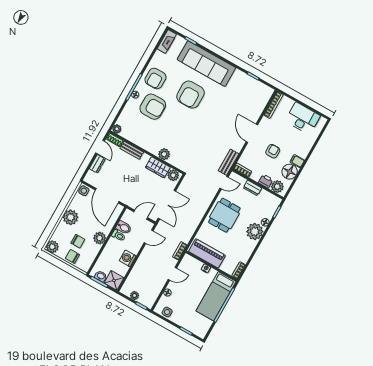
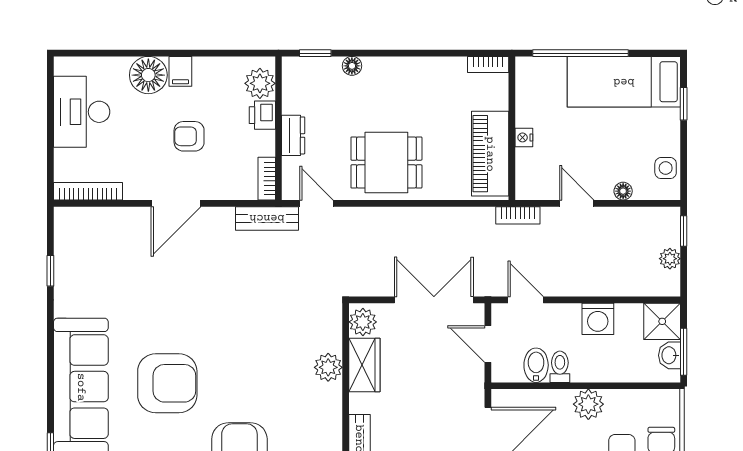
floor lamp: (290, 172) -> (148, 75), moved
plant: (255, 231) -> (385, 77), removed
bed: (216, 296) -> (624, 82), moved, turned 180

